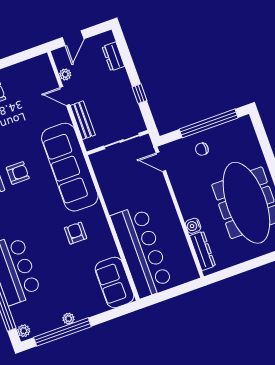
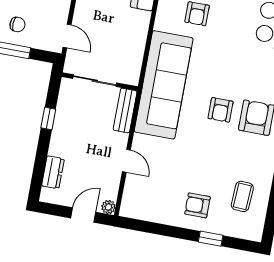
plant: (65, 74) -> (109, 207), moved
bench: (83, 120) -> (125, 111), moved
armchair: (18, 173) -> (221, 110), turned -90

